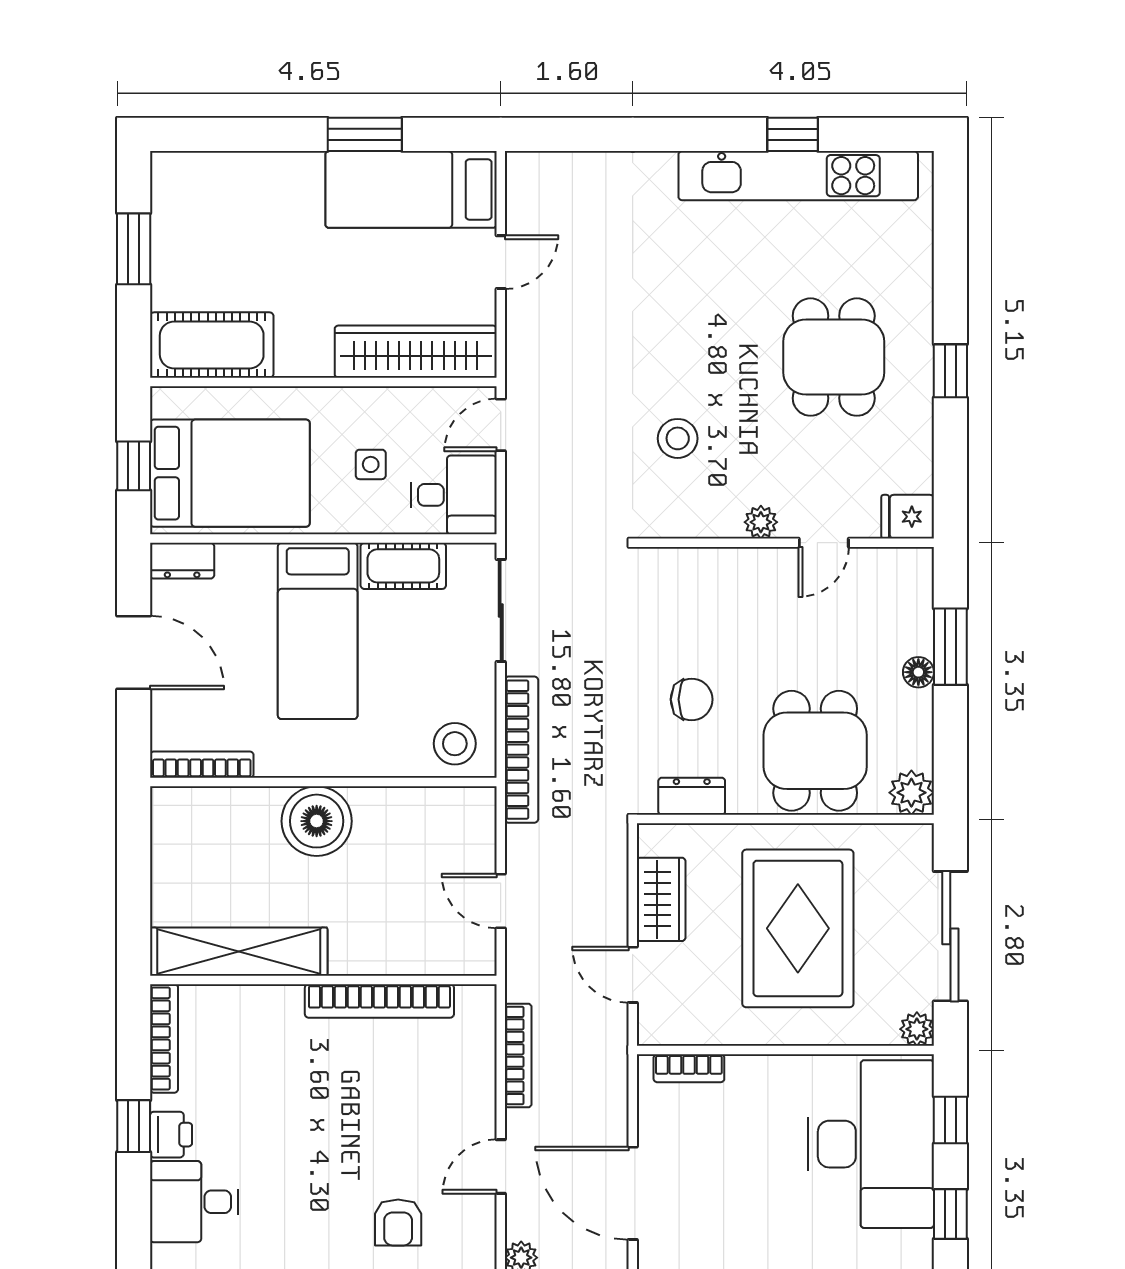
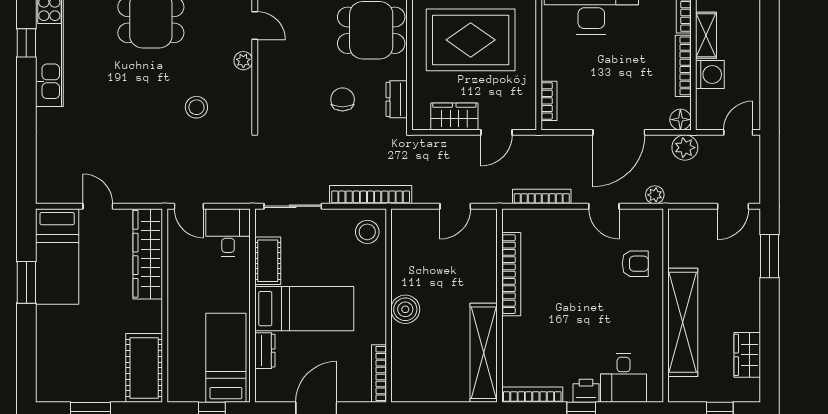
side table: (371, 464) -> (211, 279), removed
bed: (230, 473) -> (226, 358), width x0.67
dresser: (182, 561) -> (265, 351), moved
boiler: (317, 821) -> (405, 309), width x0.73, depth x0.73

